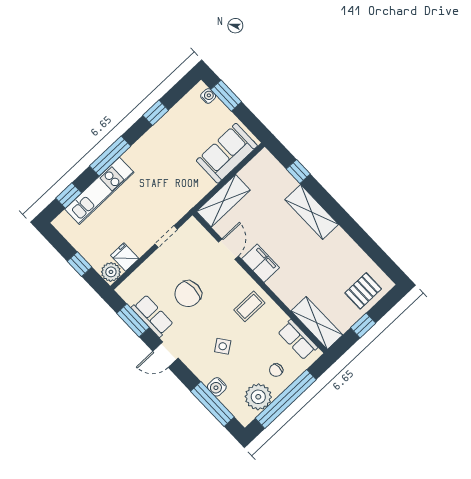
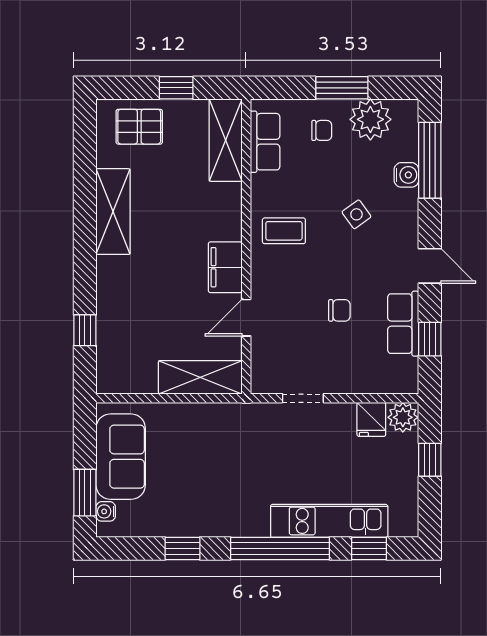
sofa: (227, 153) -> (121, 457), moved, turned -90
window: (110, 156) -> (280, 549), width x1.46
shelving: (312, 212) -> (113, 212), moved
chair: (188, 294) -> (339, 310), width x0.54, depth x0.54
window: (133, 320) -> (430, 339), width x0.67
window: (286, 399) -> (342, 88), width x0.47

